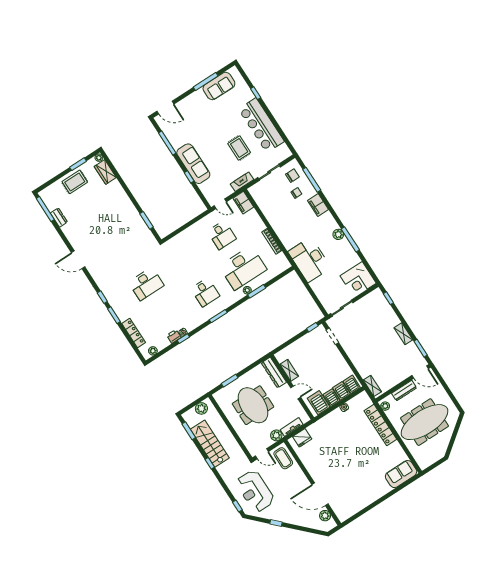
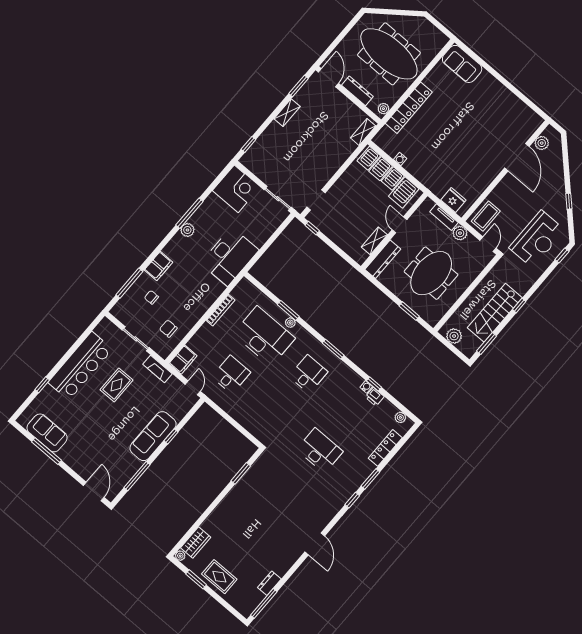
chair: (292, 176) -> (168, 329), moved

